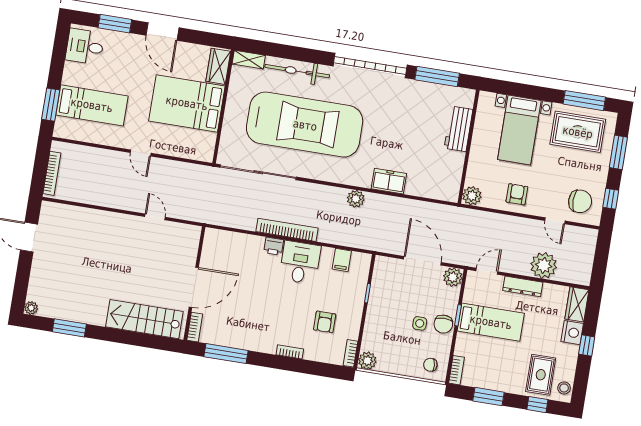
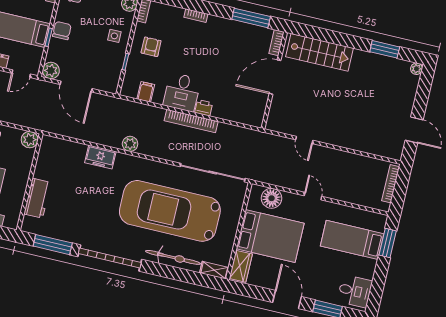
floor lamp: (188, 147) -> (272, 198), added
armchair: (325, 322) -> (151, 47), moved
side table: (420, 323) -> (114, 36), moved

